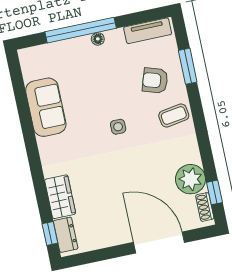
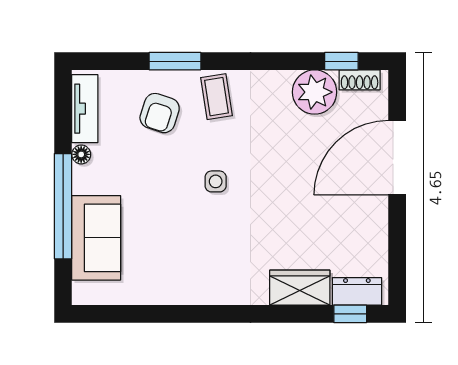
floor lamp: (98, 39) -> (81, 154), moved
window: (188, 66) -> (175, 61), moved
sofa: (46, 107) -> (96, 238), moved, turned 90

